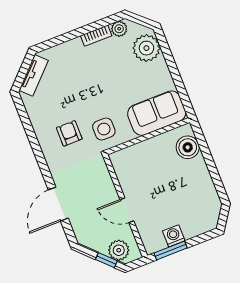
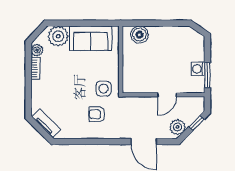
sofa: (157, 113) -> (91, 38), moved, turned -90
plant: (119, 250) -> (178, 127), moved

